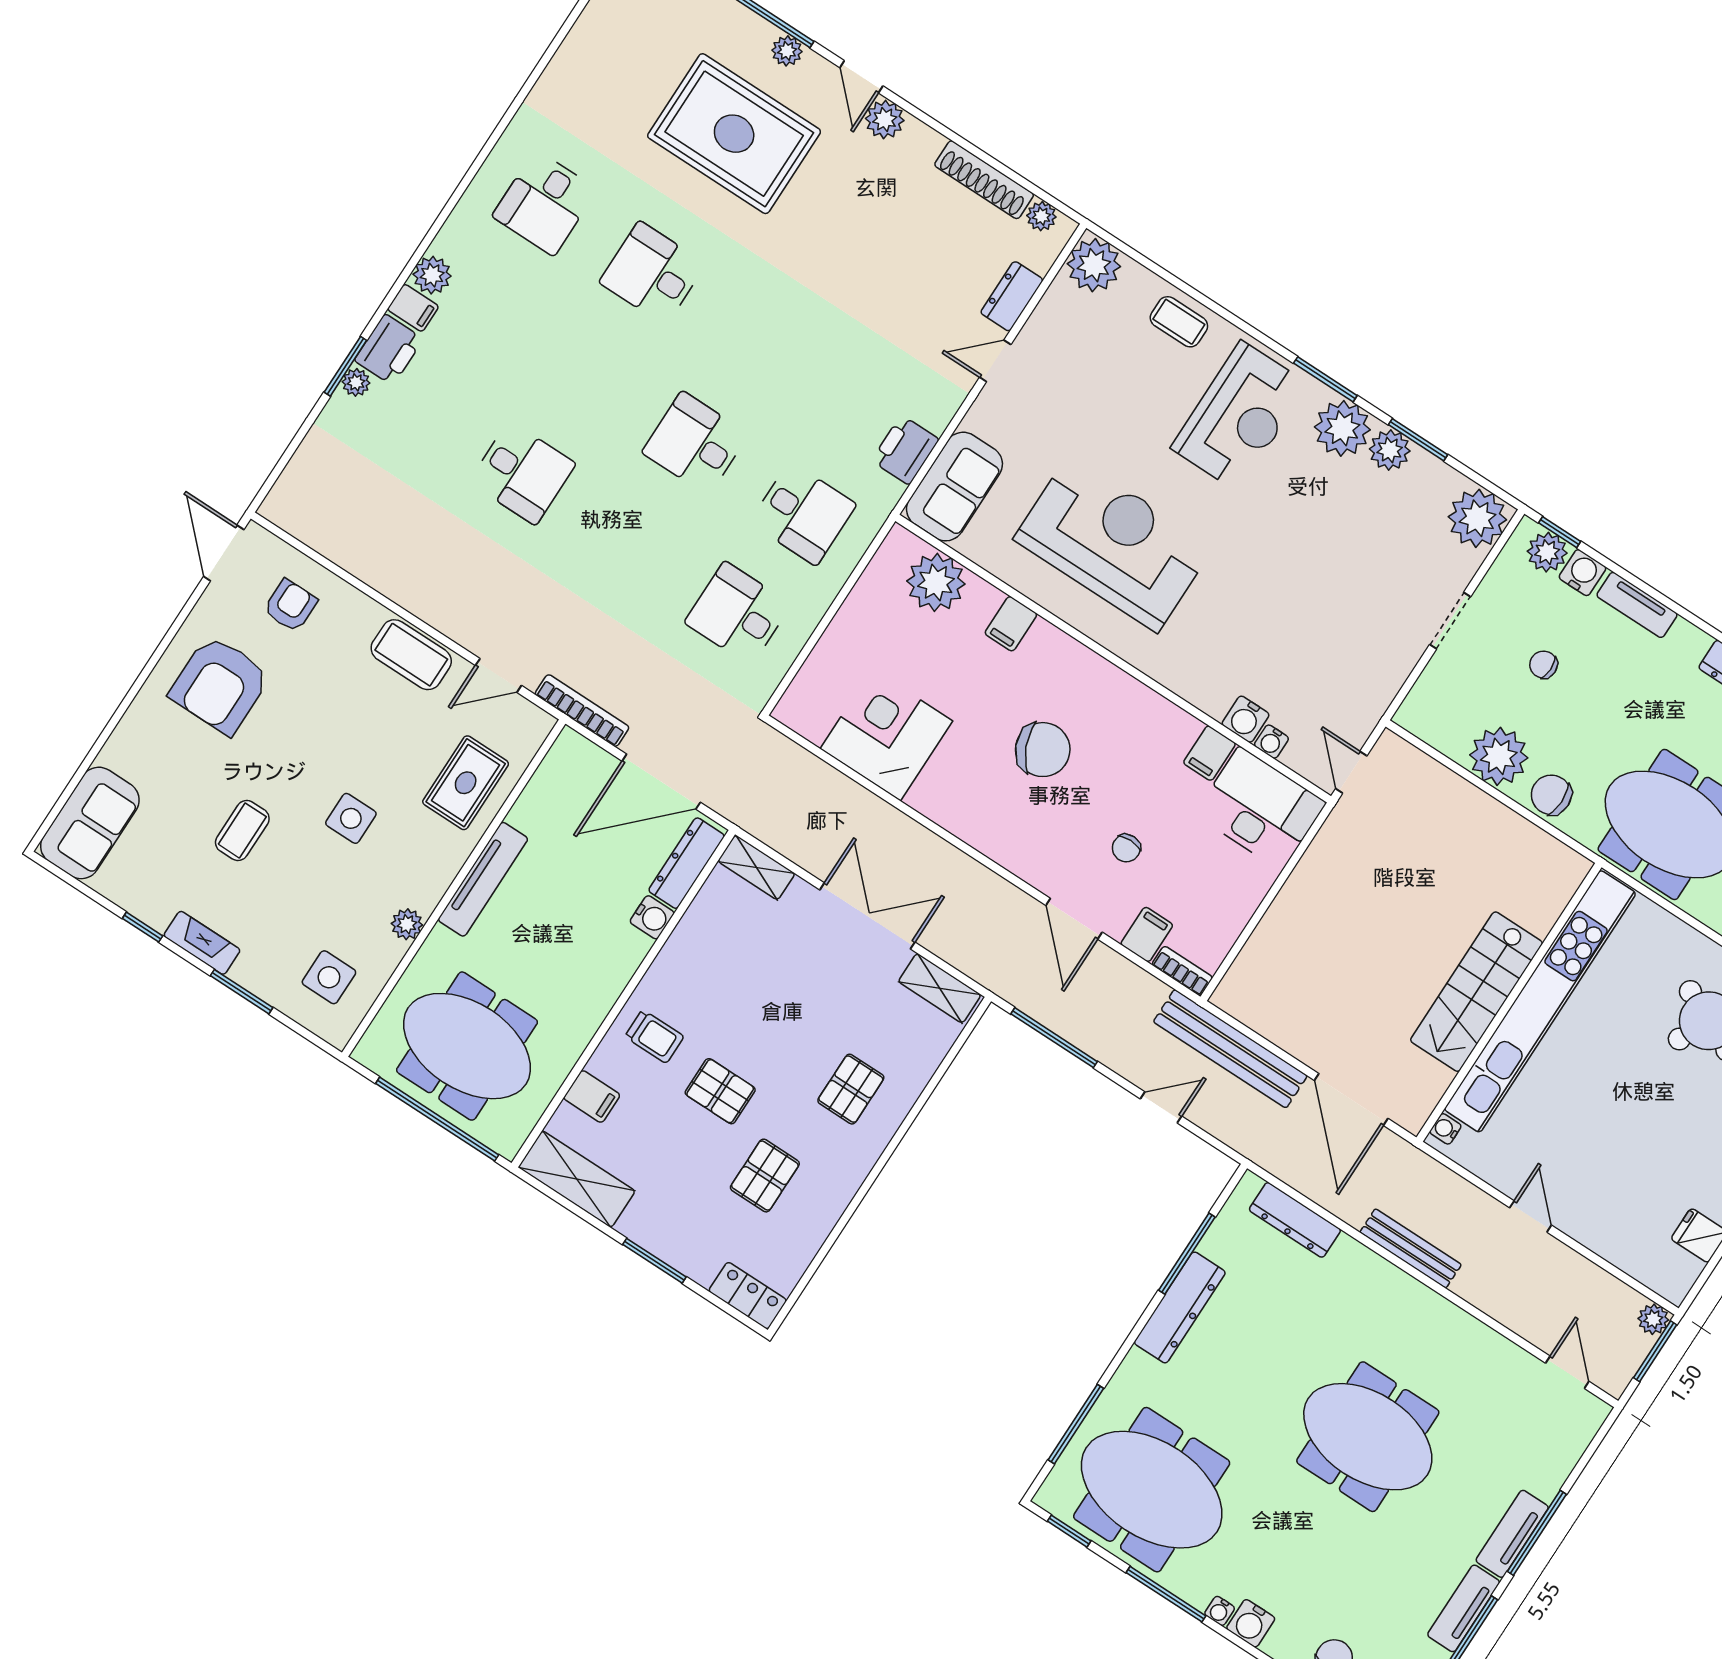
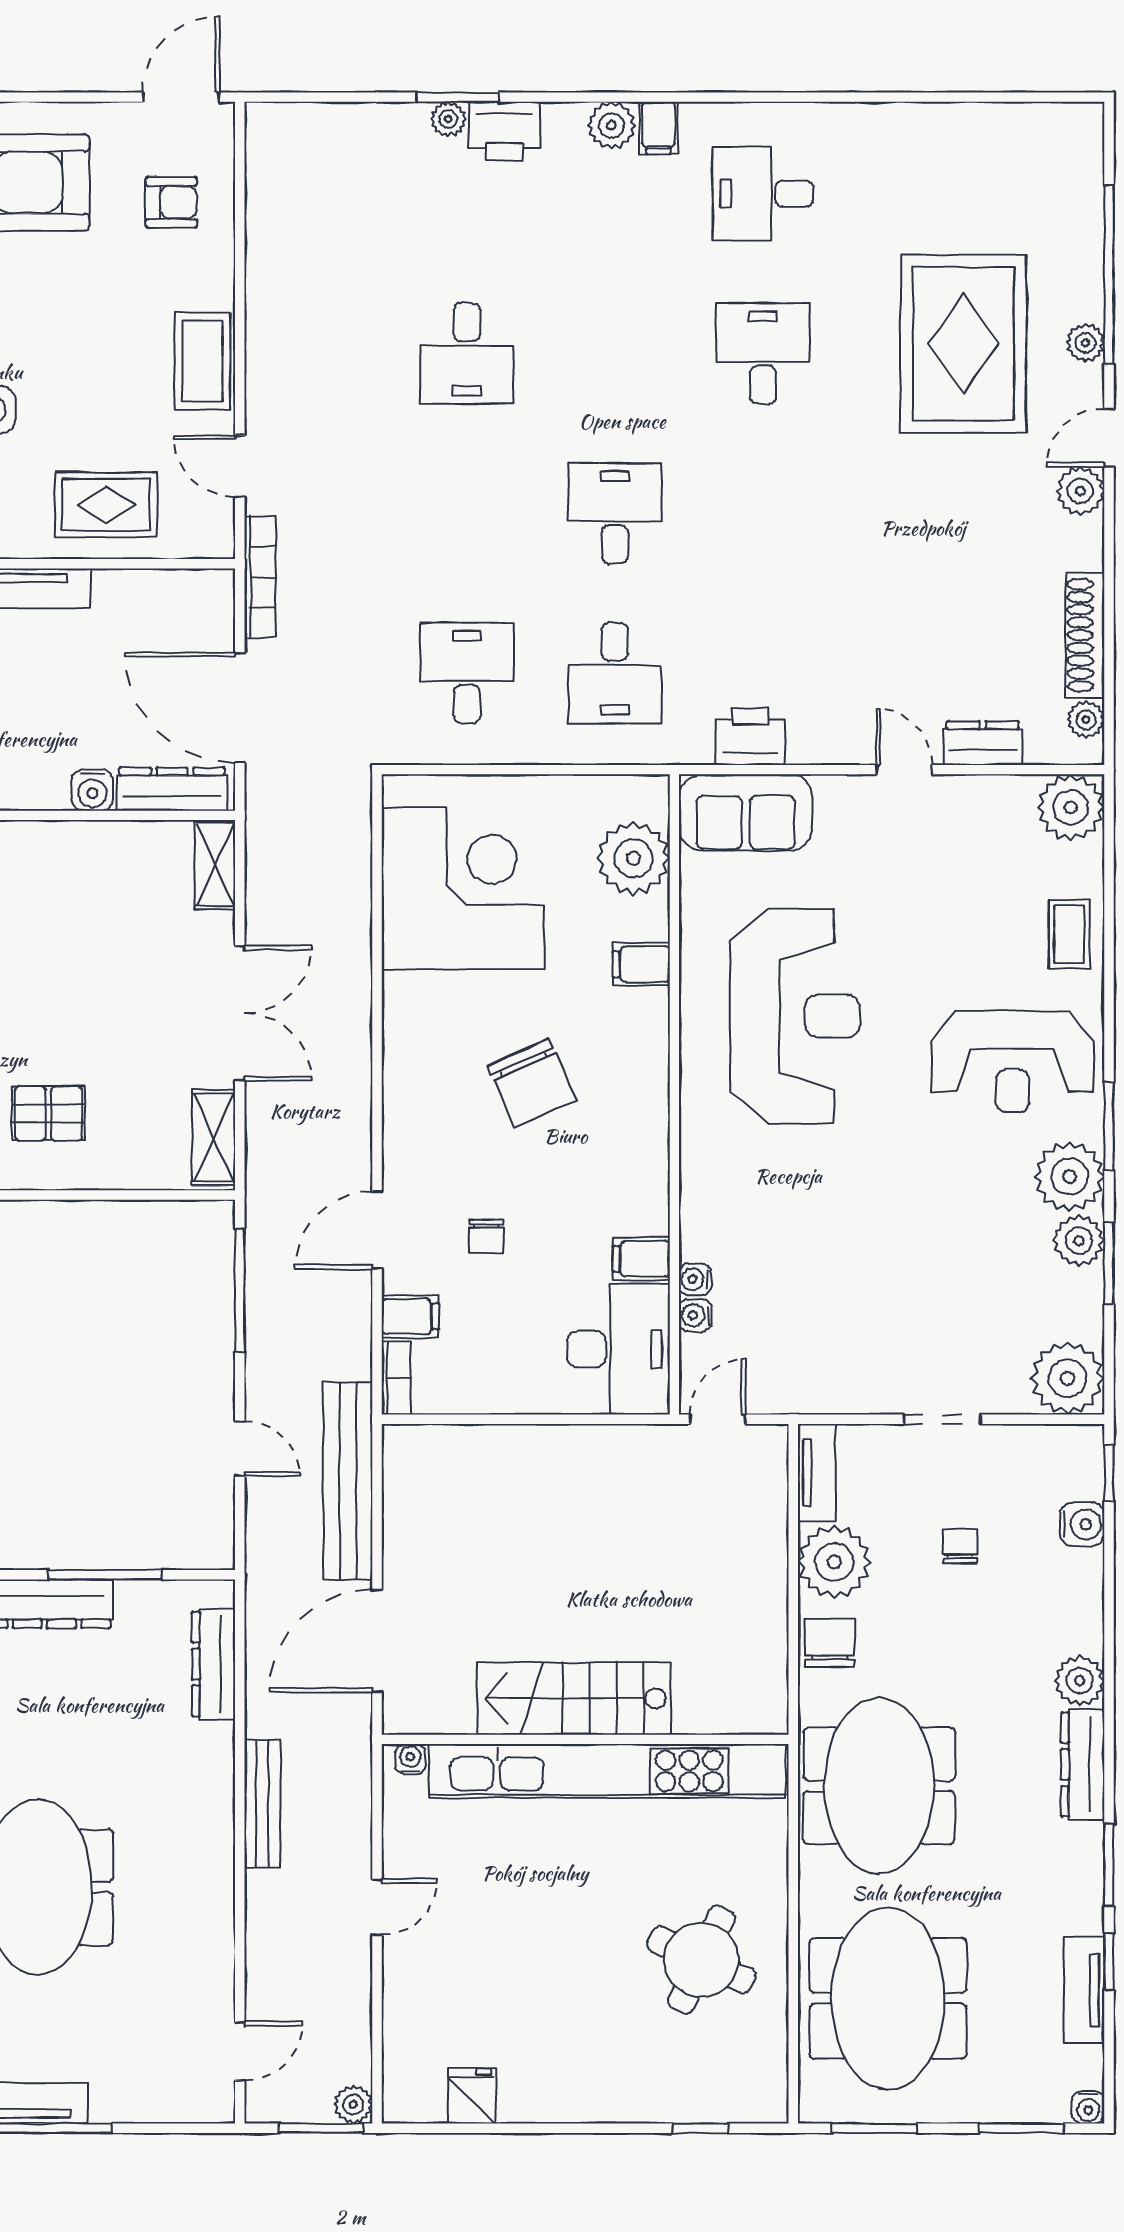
filing cabinet: (413, 308) -> (658, 128), moved
plant: (1547, 552) -> (1080, 1681), moved
tv unit: (1637, 605) -> (817, 1473), moved, turned 180
water cooler: (1245, 719) -> (695, 1279), width x0.72, depth x0.72
corner desk: (886, 735) -> (463, 889), width x1.36, depth x1.36
chair: (1126, 848) -> (486, 1236), turned -90

